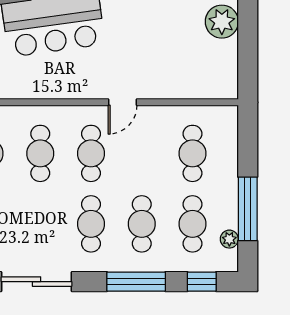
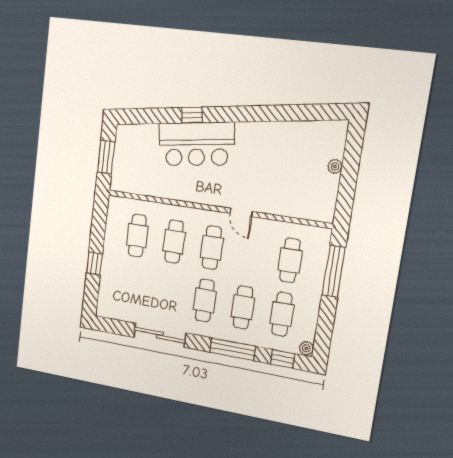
plant: (222, 22) -> (335, 167), width x0.53, depth x0.53
door: (123, 102) -> (241, 212), hinge flipped
window: (248, 209) -> (334, 271), moved
plant: (229, 239) -> (306, 348), moved

